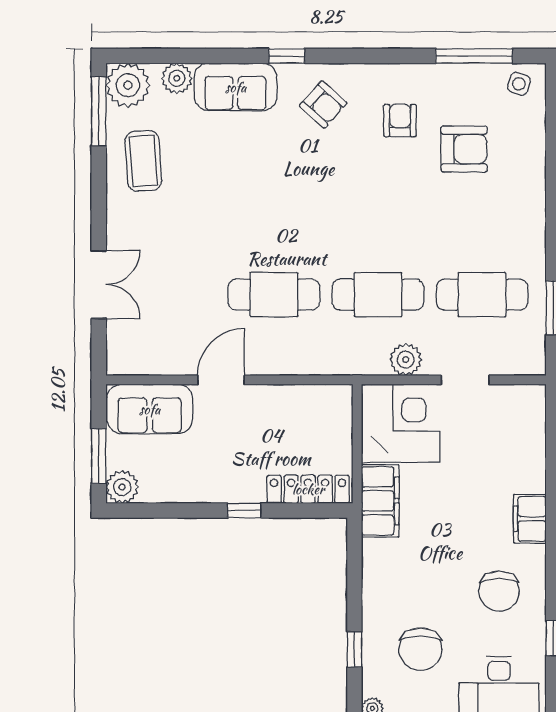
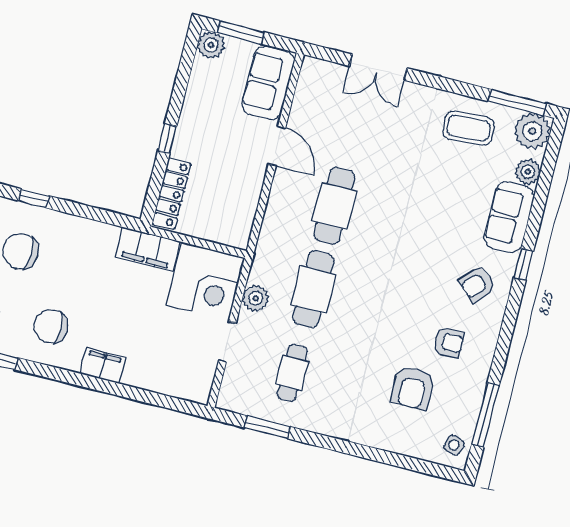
cafe table: (482, 295) -> (292, 373), width x0.73, depth x0.74

